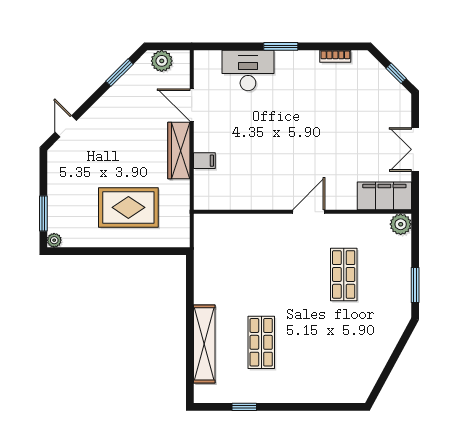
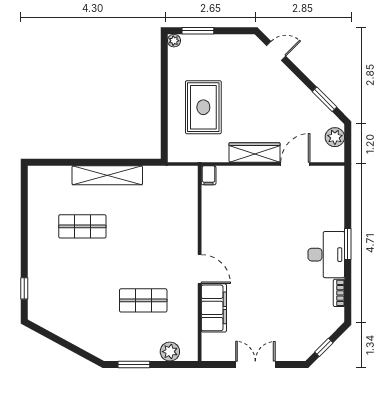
desk: (248, 70) -> (326, 255), moved
filing cabinet: (204, 161) -> (209, 175), moved
filing cabinet: (384, 196) -> (214, 308), moved
plant: (401, 224) -> (170, 352), moved
shelving: (204, 344) -> (107, 175), moved
window: (244, 407) -> (24, 288), moved

